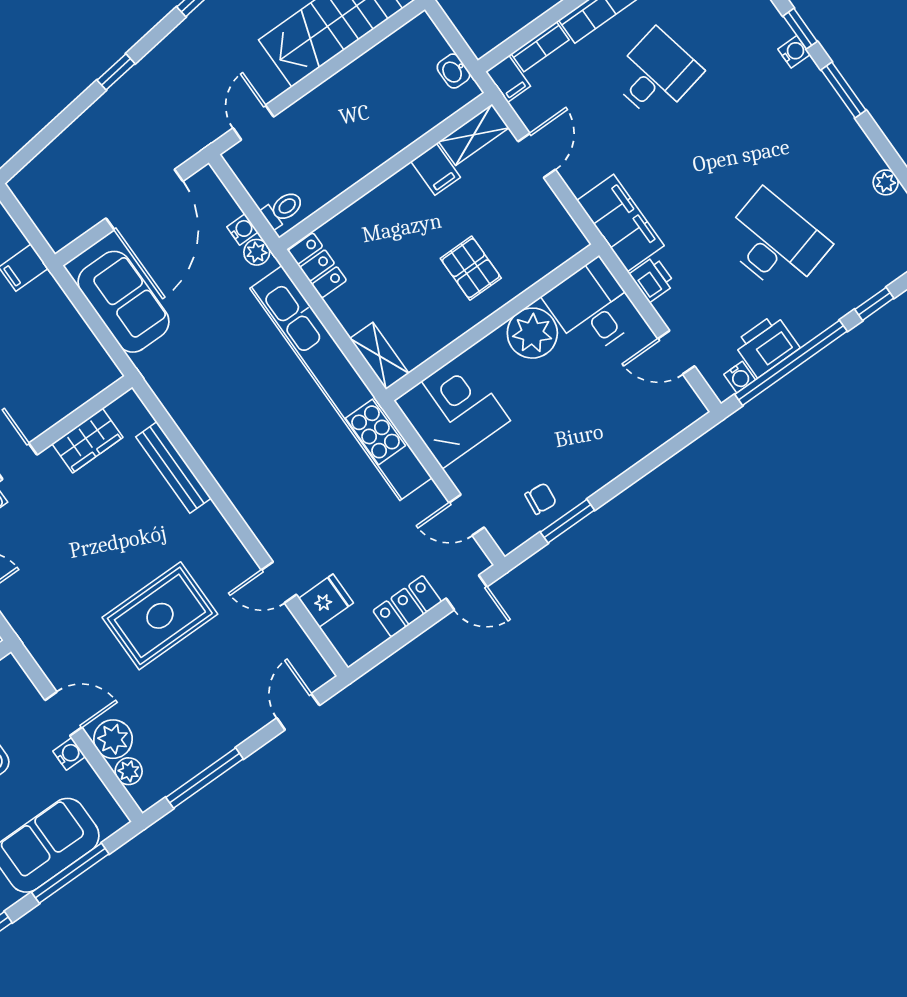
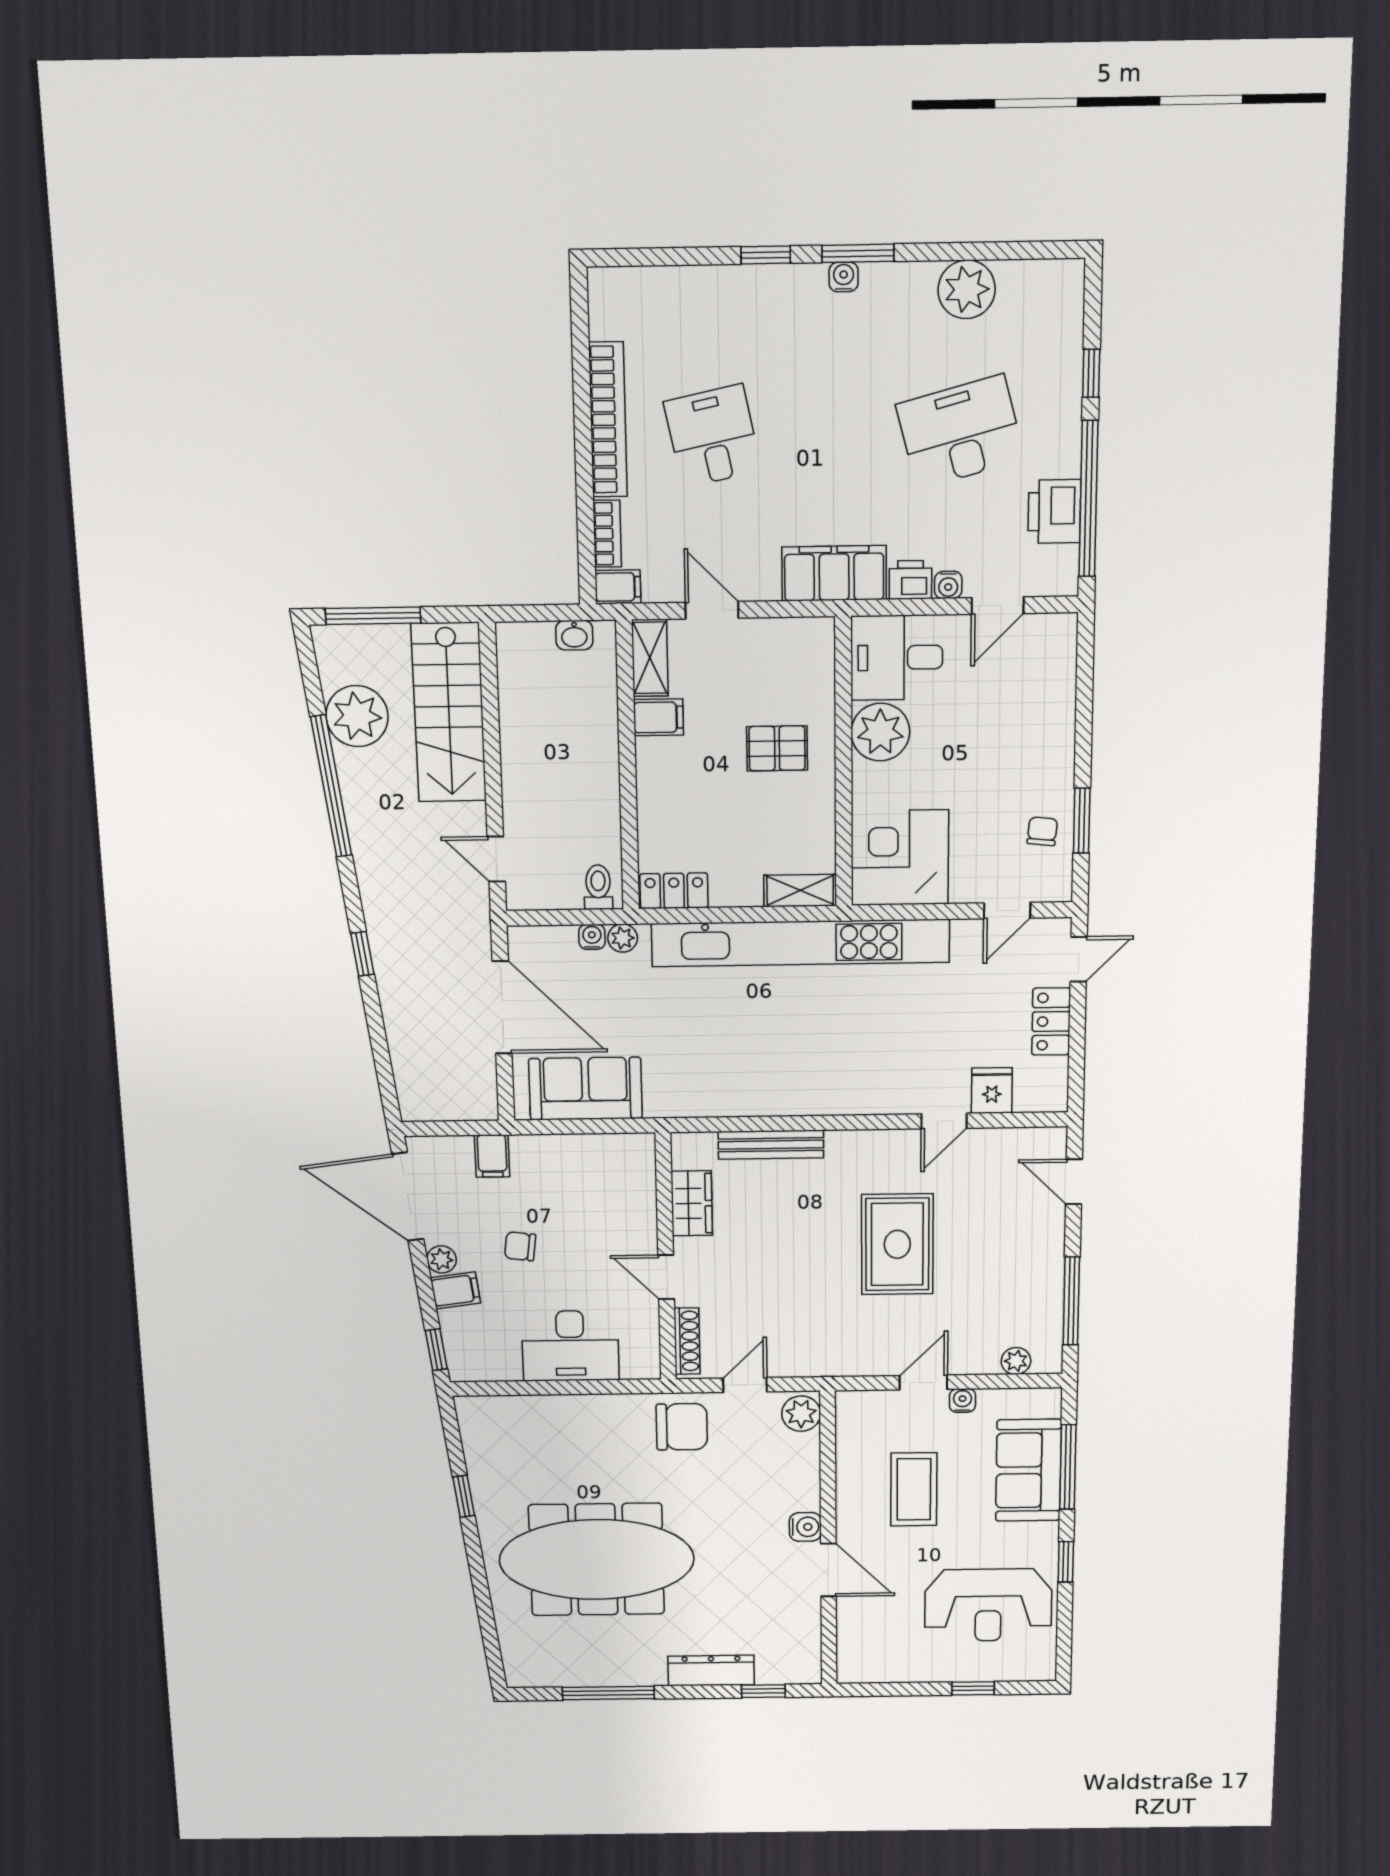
water cooler: (794, 52) -> (844, 277), moved
plant: (886, 182) -> (967, 289), width x1.87, depth x1.87
water cooler: (740, 377) -> (948, 585), moved, turned 90
plant: (113, 739) -> (977, 1356), removed

